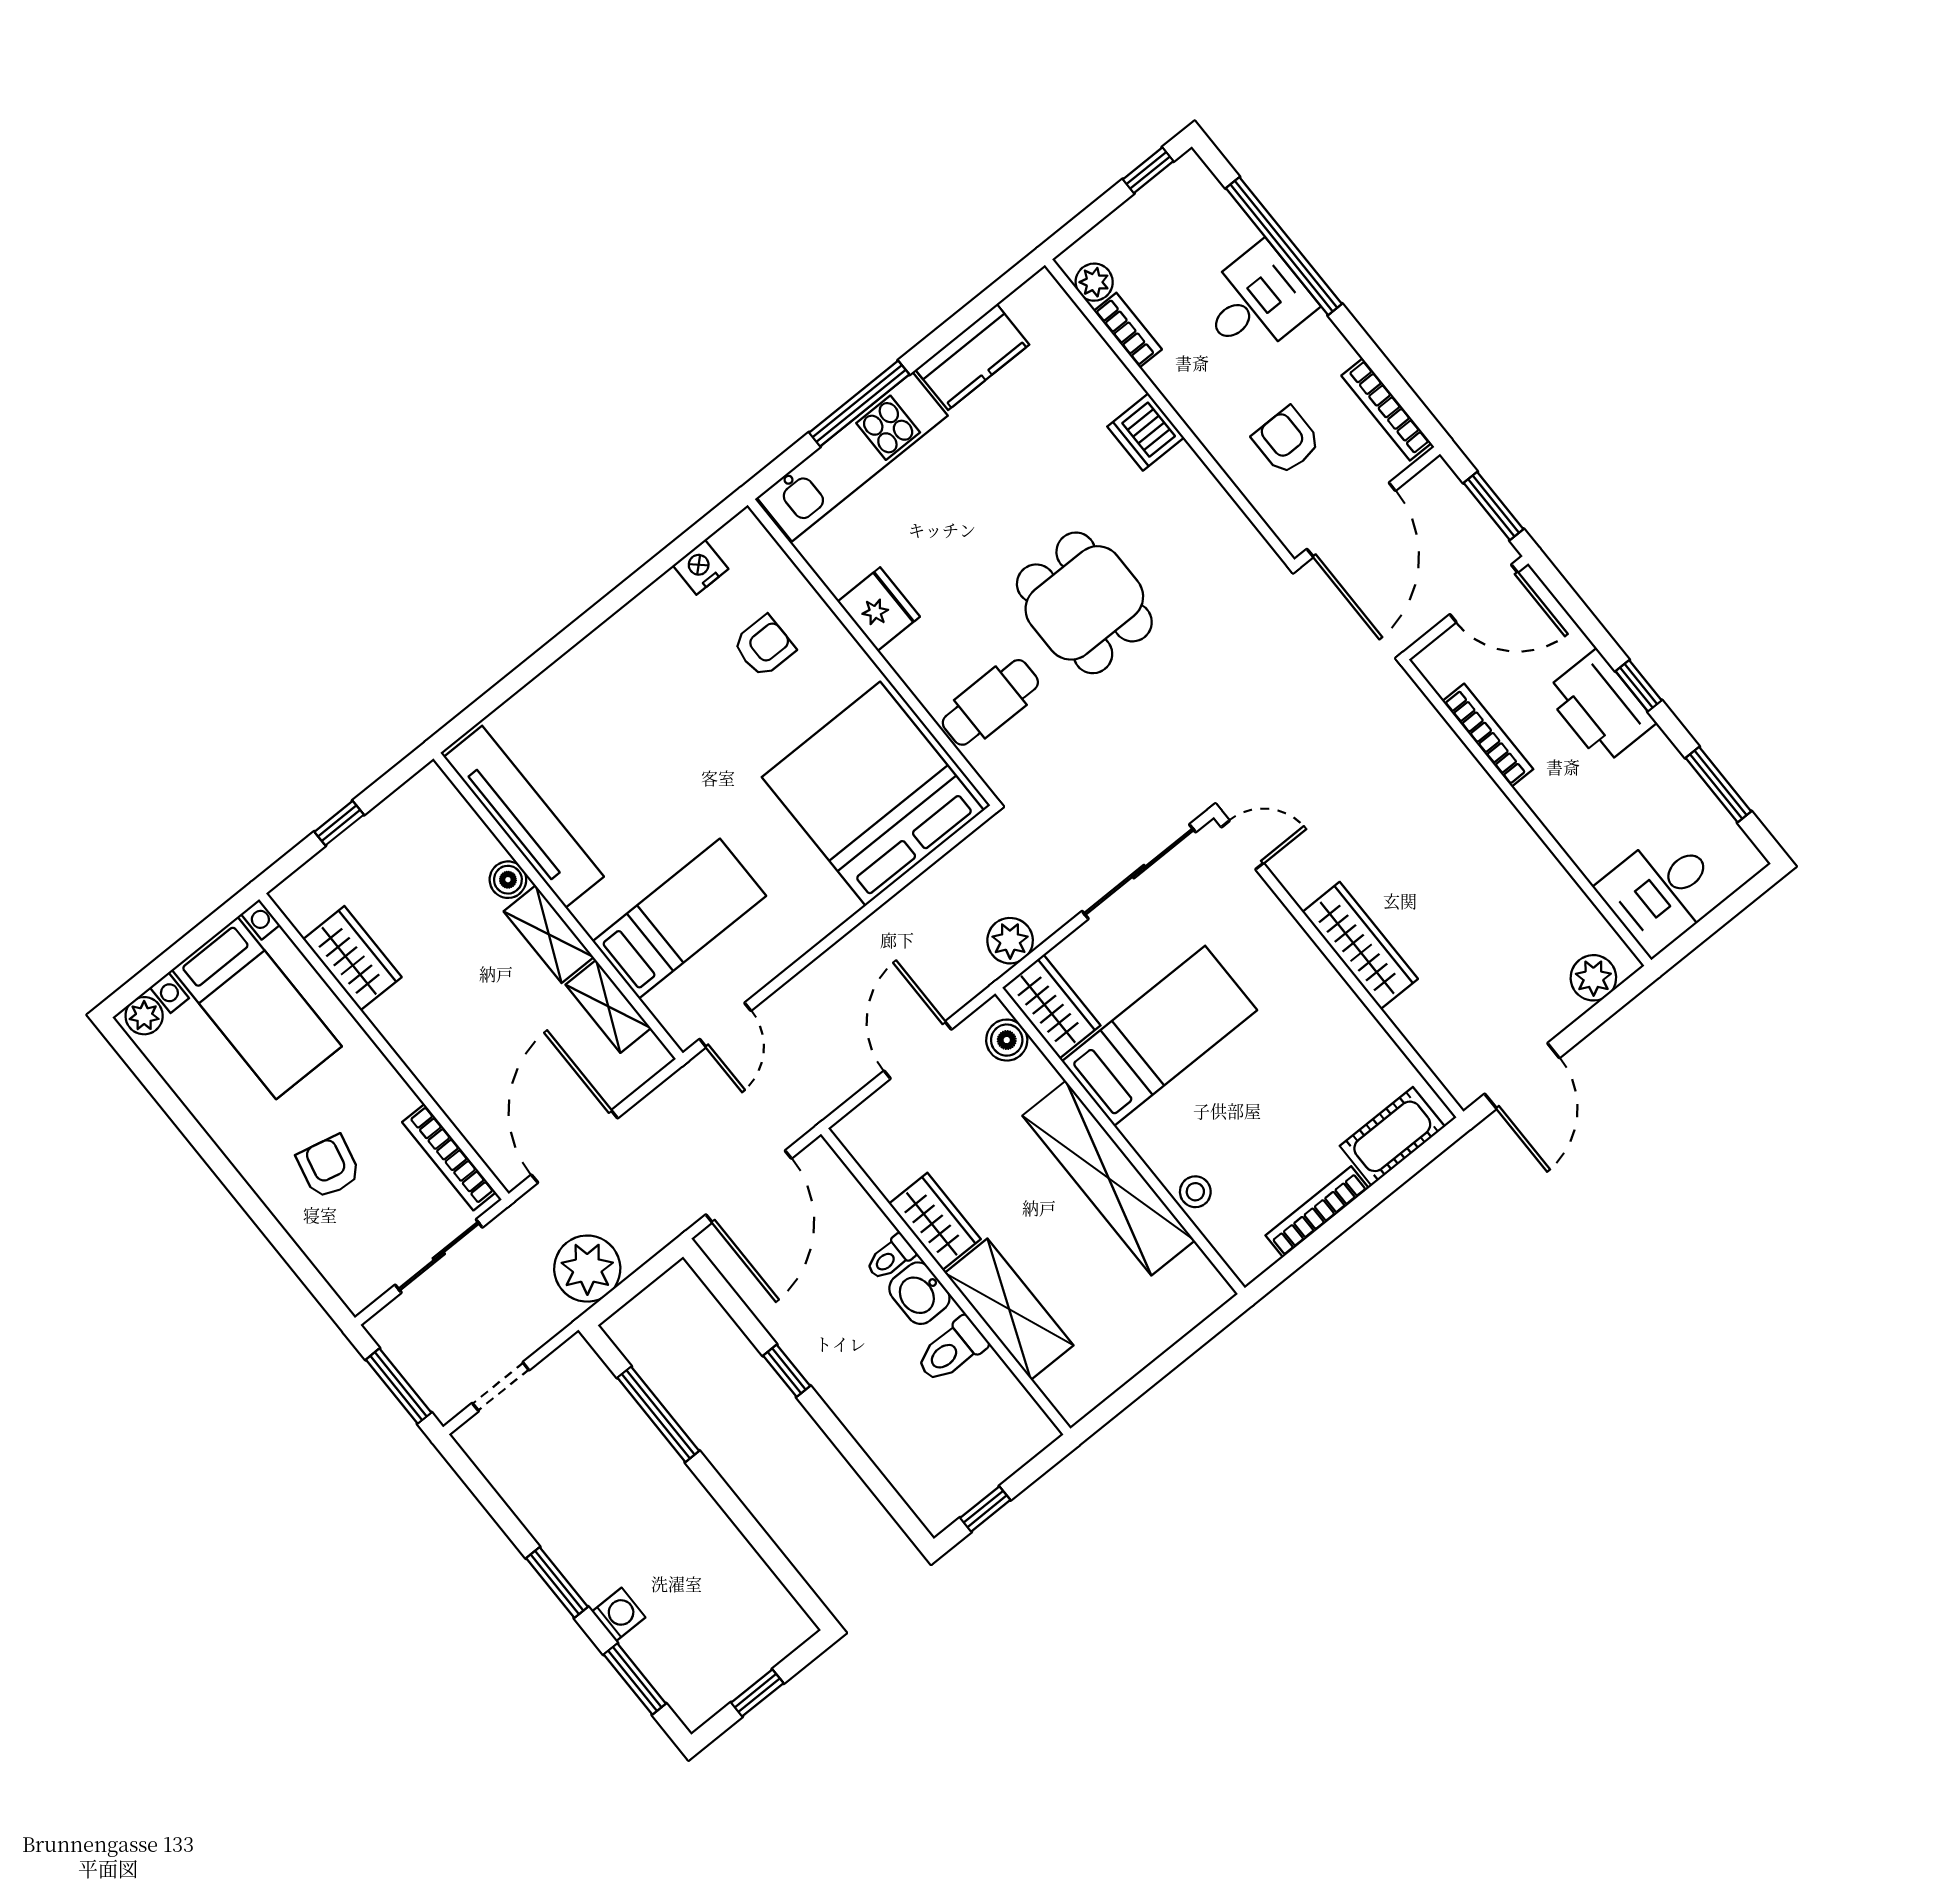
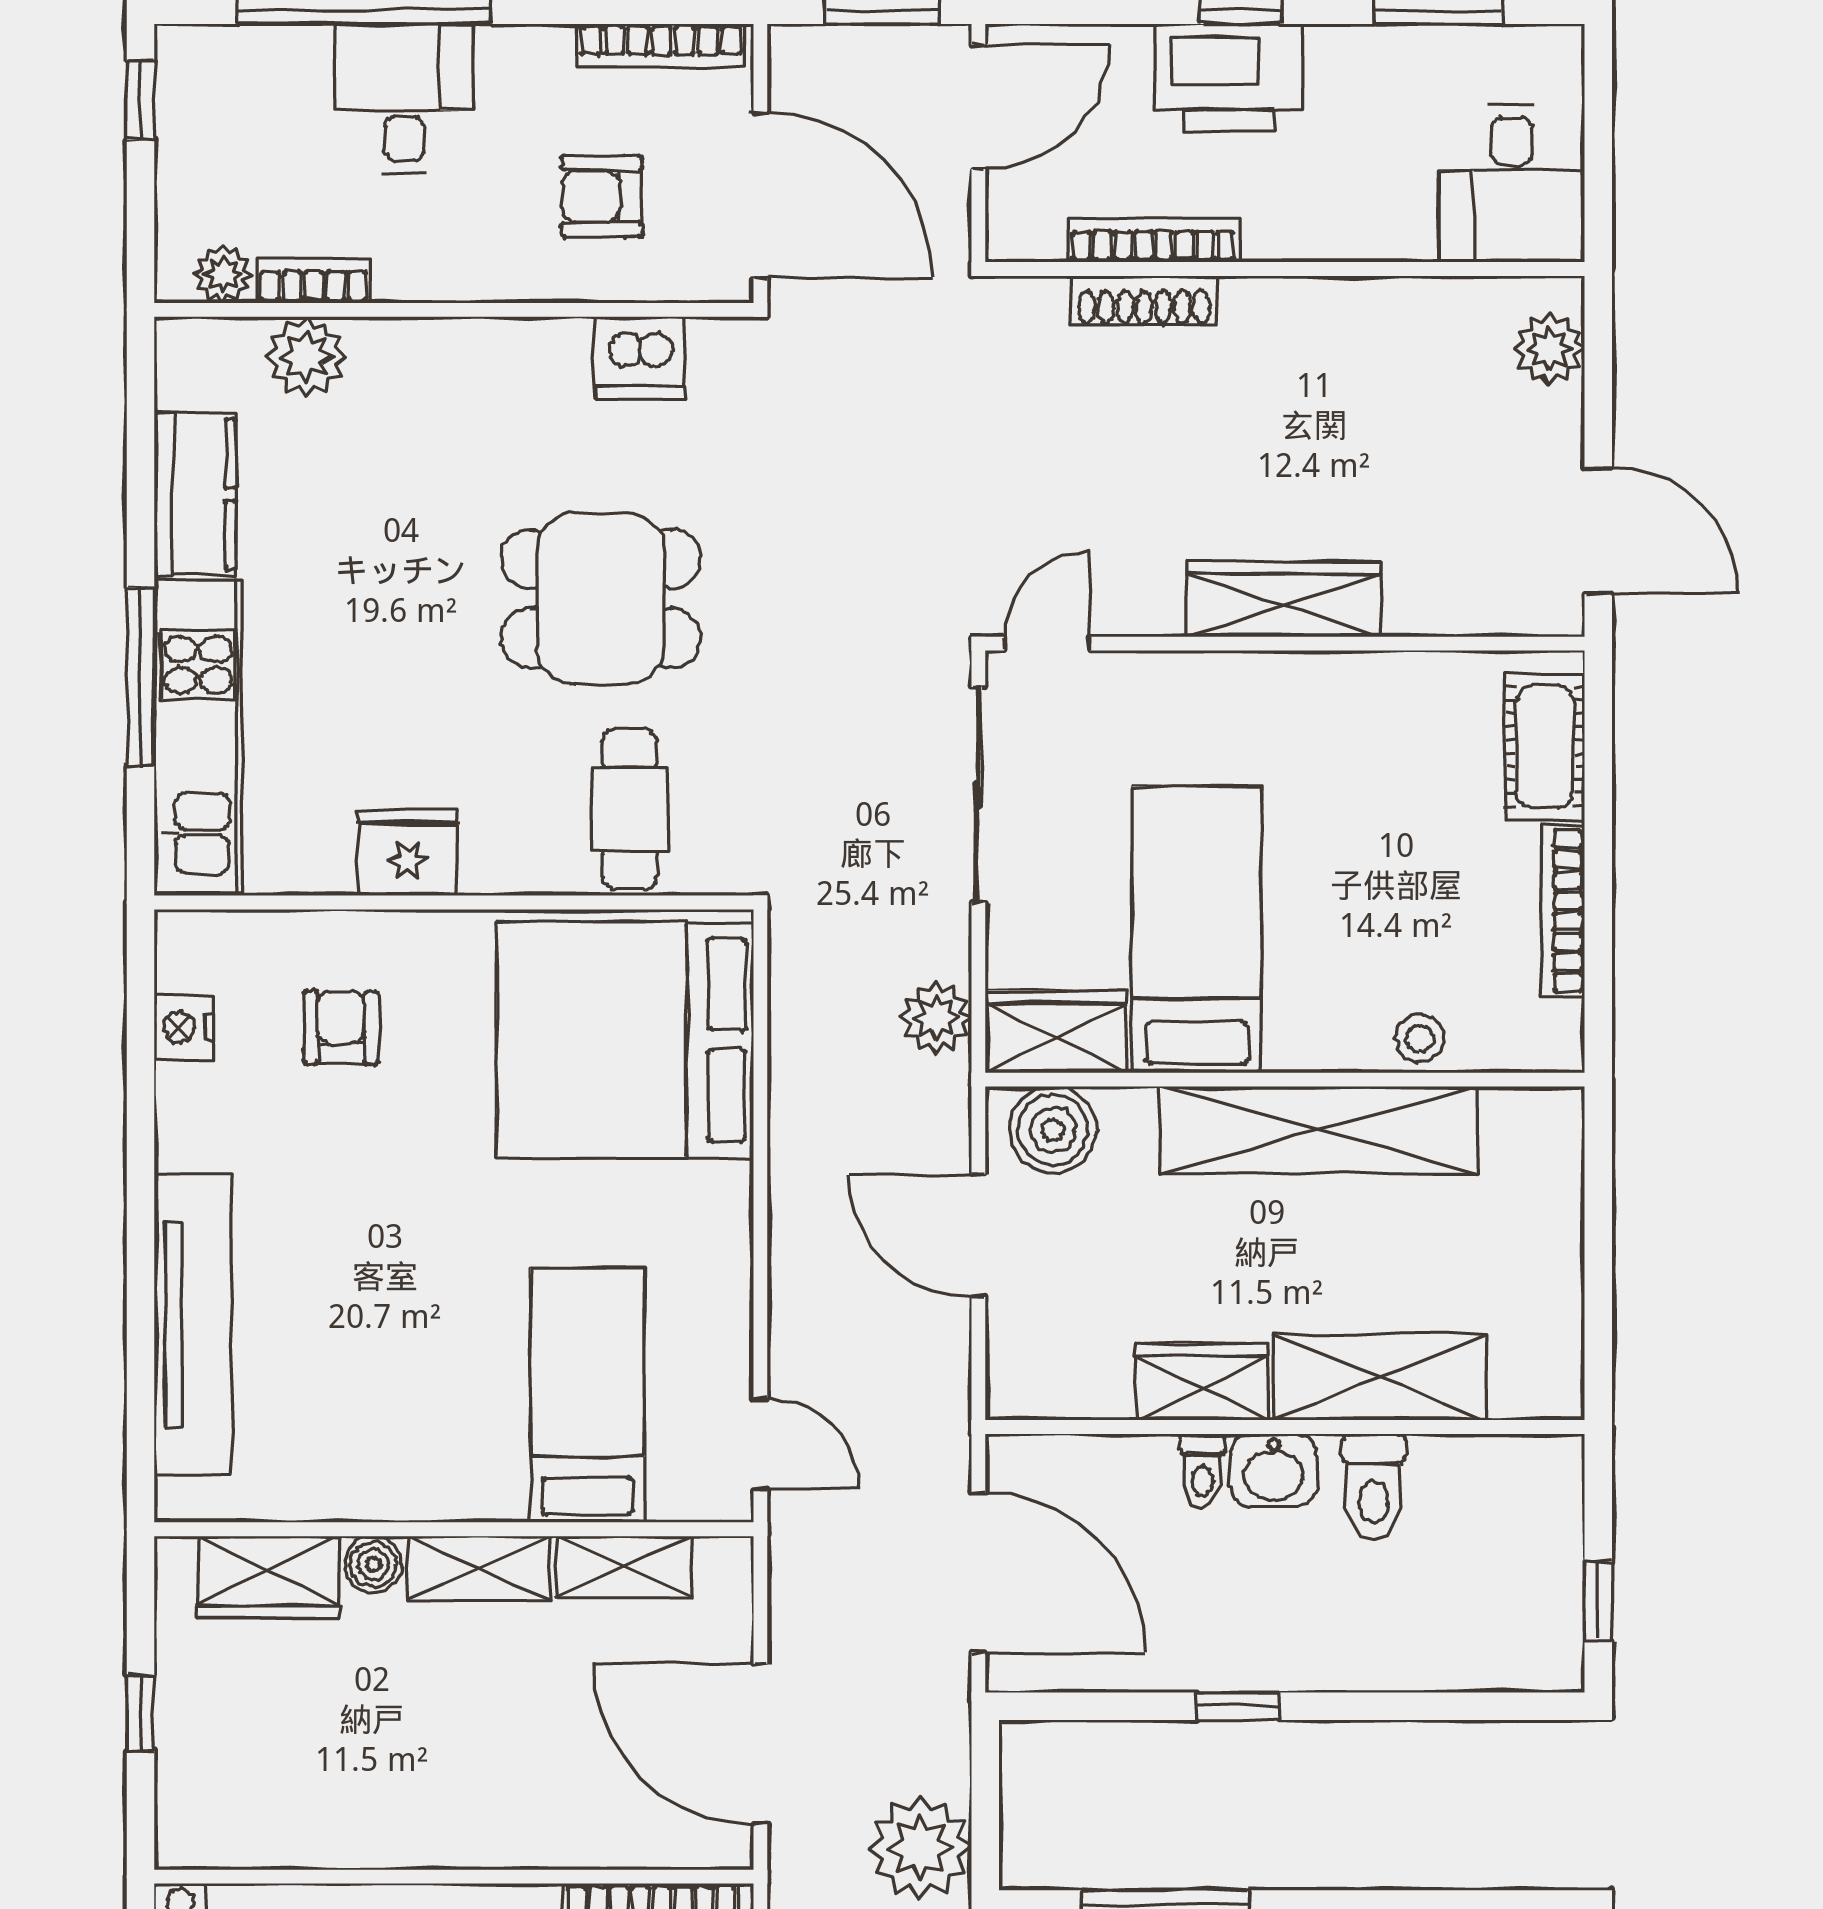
plant: (1087, 357) -> (306, 357), added
dishwasher: (1146, 432) -> (640, 358), moved
shoe rack: (1454, 755) -> (1144, 301), added
tv unit: (524, 817) -> (193, 1324), moved, turned 90
wardrobe: (352, 958) -> (268, 1577), moved, turned 180
boiler: (1007, 1040) -> (1053, 1130), width x1.36, depth x1.36

